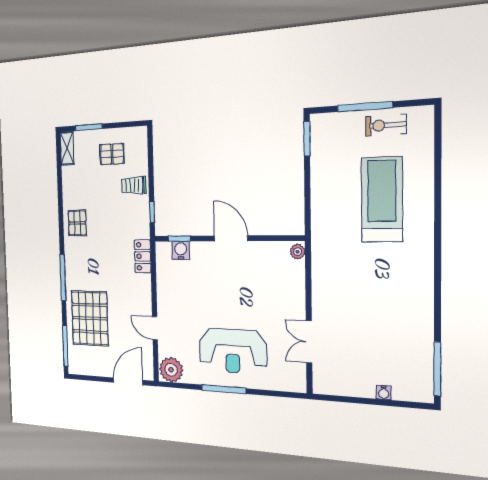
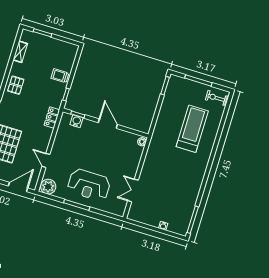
exercise bike: (386, 125) -> (216, 98), moved
shelving: (67, 148) -> (20, 52), moved
pallet: (112, 154) -> (52, 53), removed

